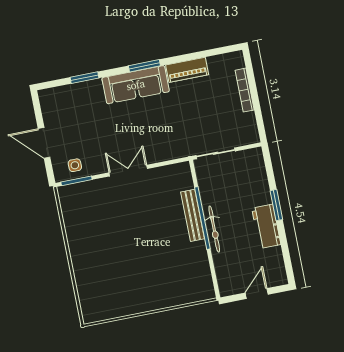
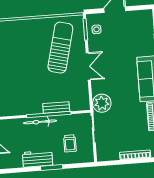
plant: (178, 146) -> (102, 103), added
trolley: (239, 183) -> (70, 143), added
sun lounger: (106, 213) -> (60, 48), added
bench: (193, 215) -> (56, 107), width x0.73

